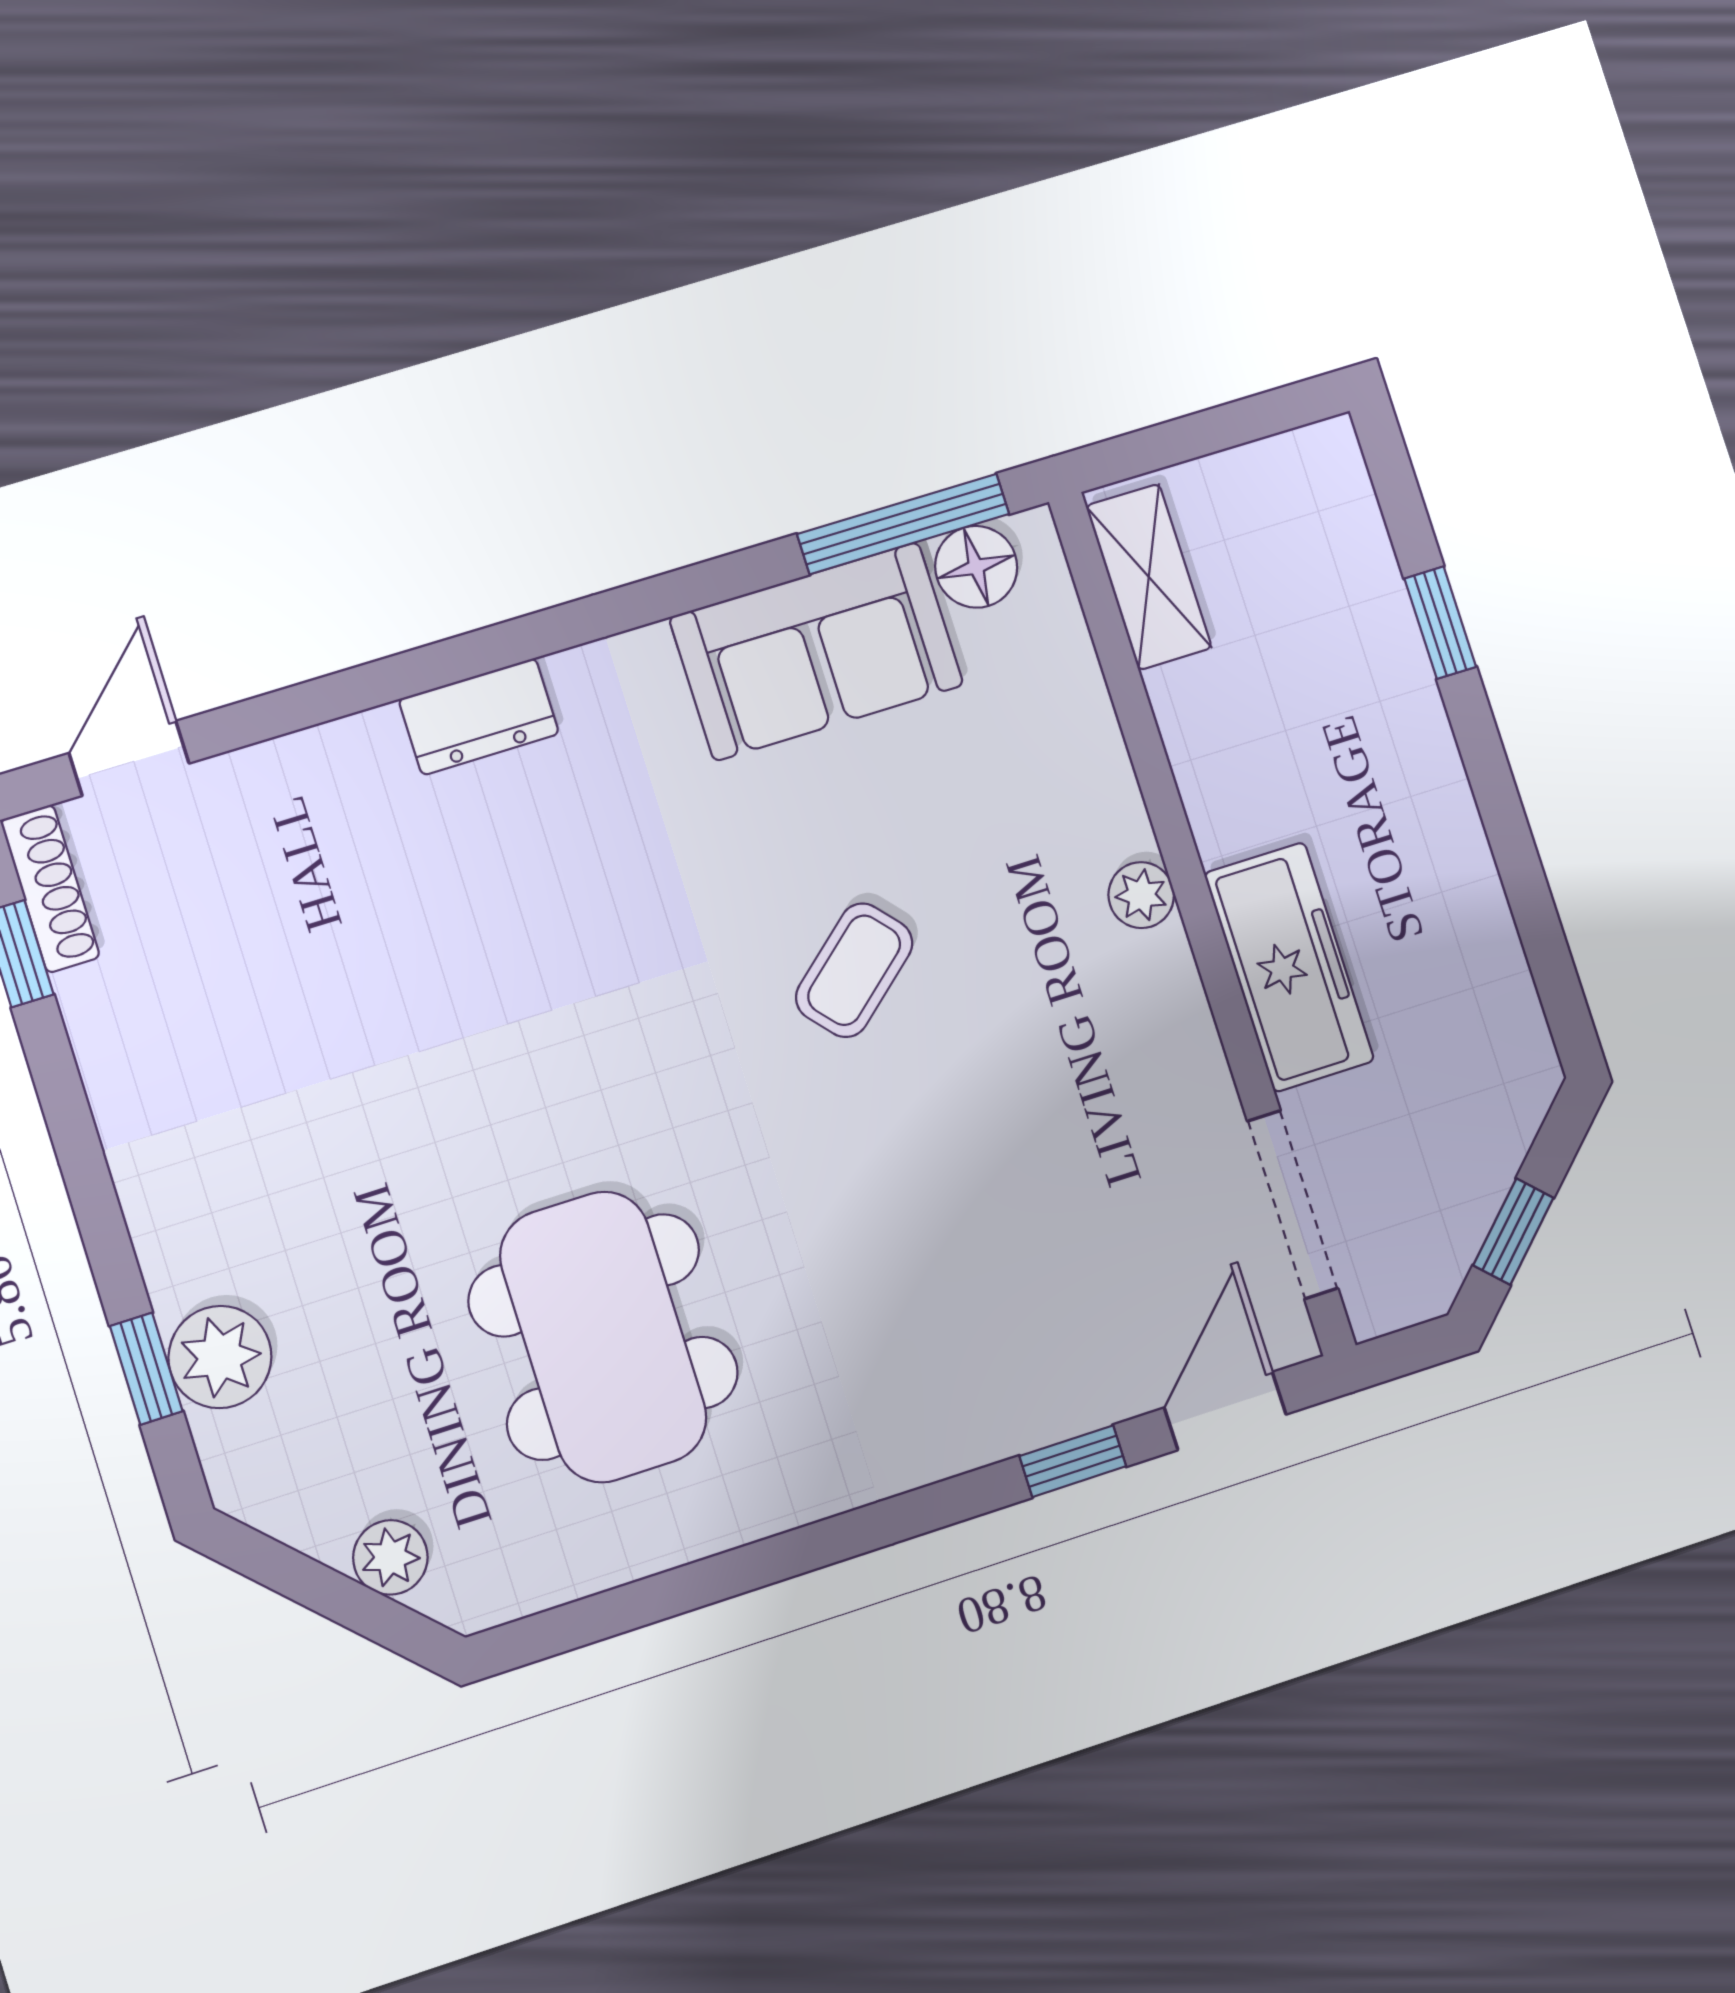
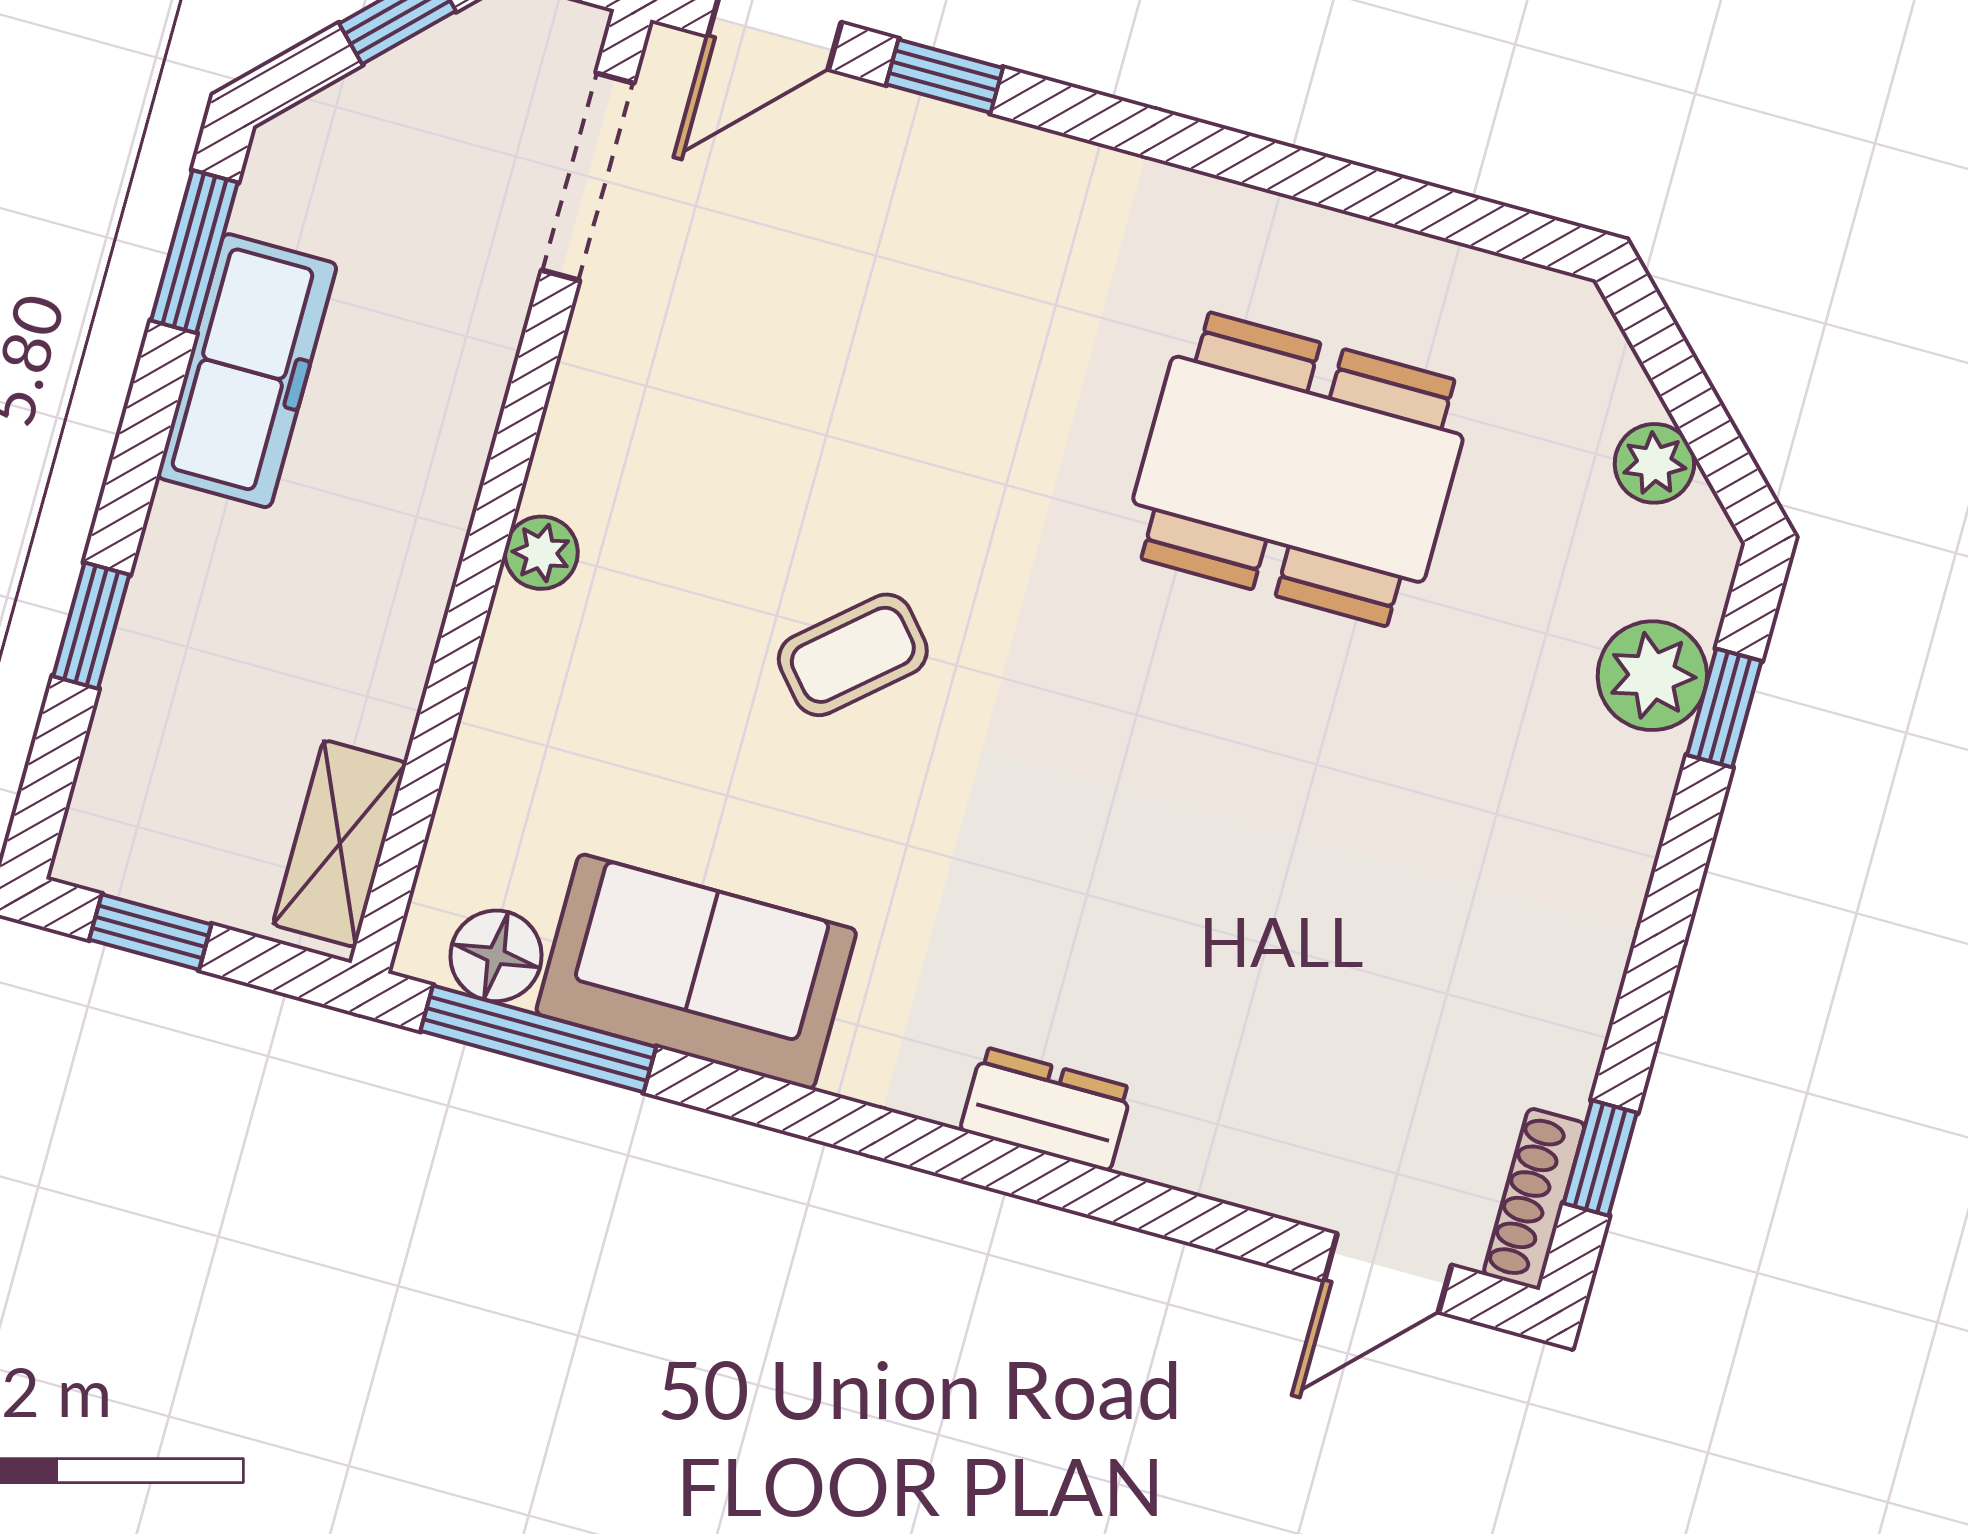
window: (1246, 420) -> (150, 932), added
window: (1548, 954) -> (194, 252), added
freezer: (1289, 967) -> (247, 371), moved, turned 180
dining table: (603, 1337) -> (1298, 469), turned 90
plant: (390, 1557) -> (1654, 463), moved

